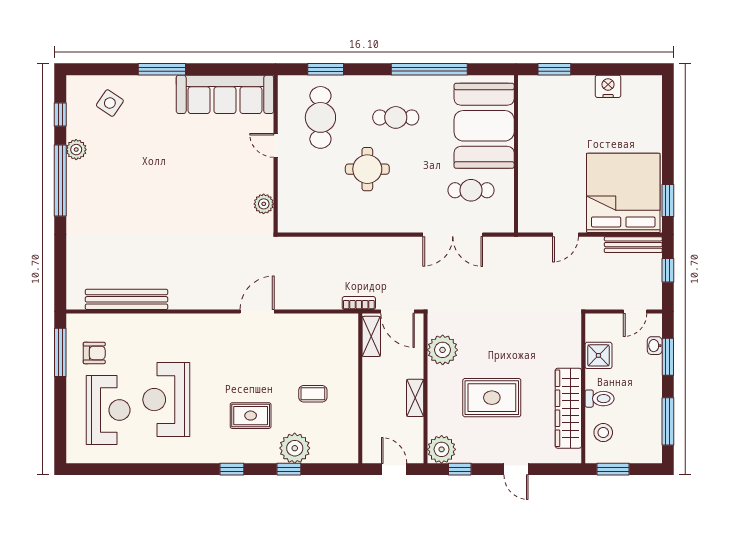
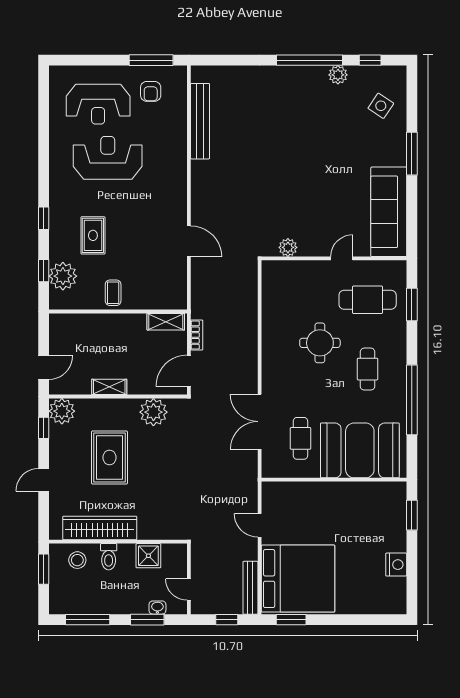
shelving: (371, 336) -> (166, 322), moved
wall: (360, 388) -> (118, 312), moved

